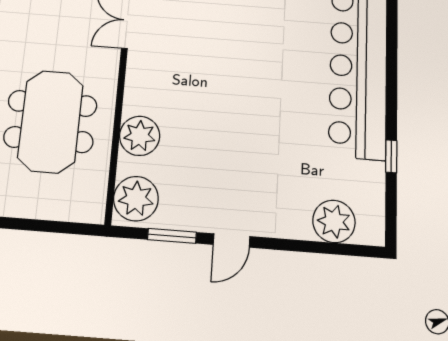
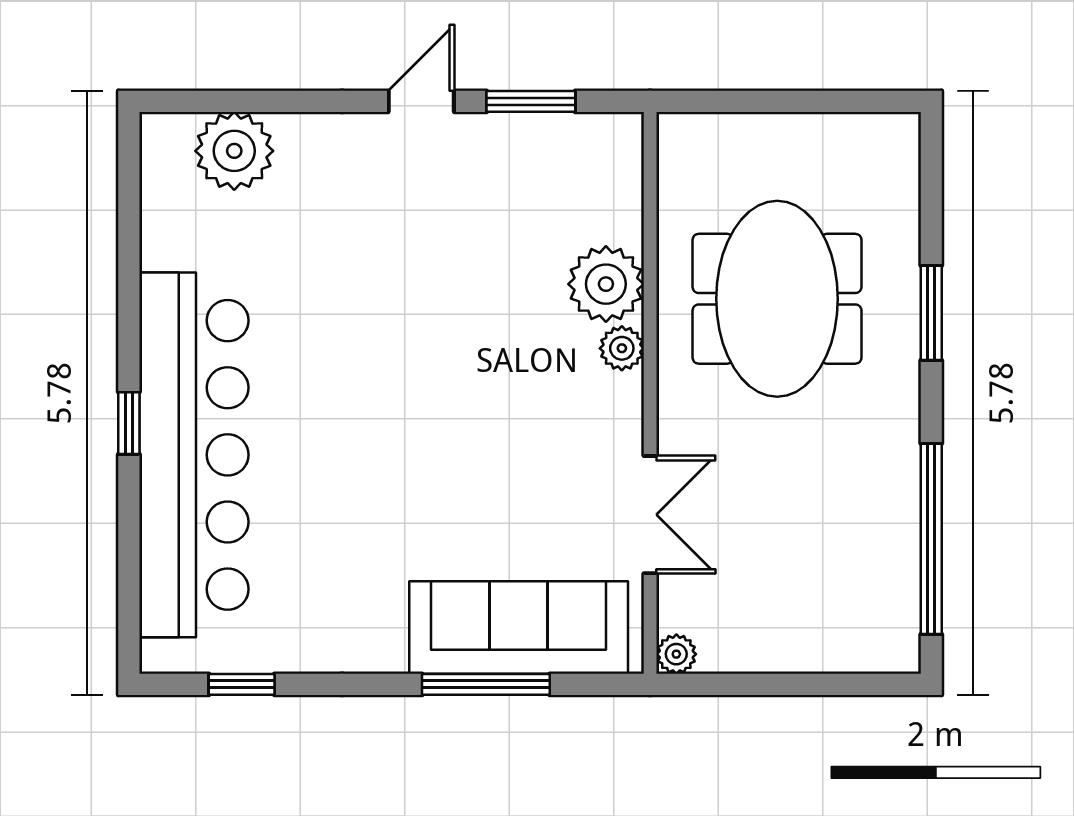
window: (391, 156) -> (129, 423), moved
plant: (136, 199) -> (622, 348), moved, width x0.53, depth x0.53

